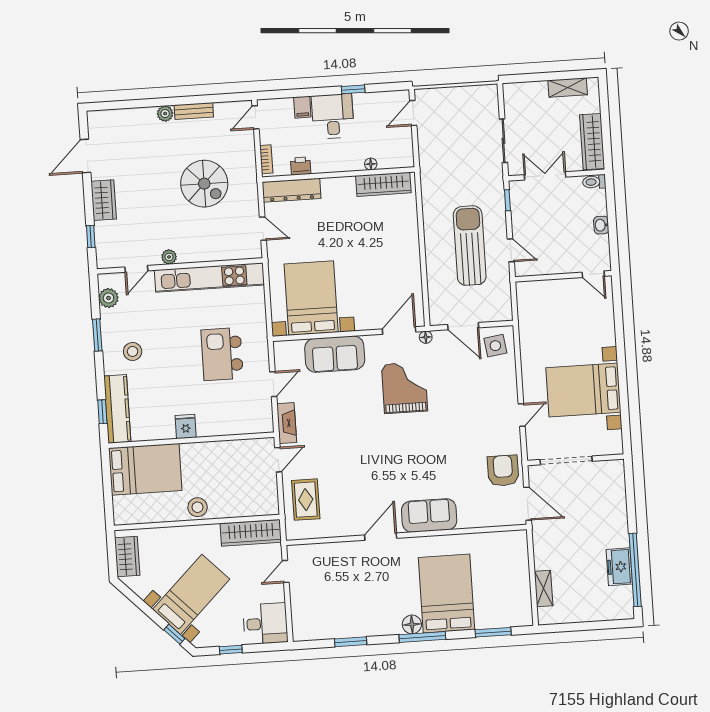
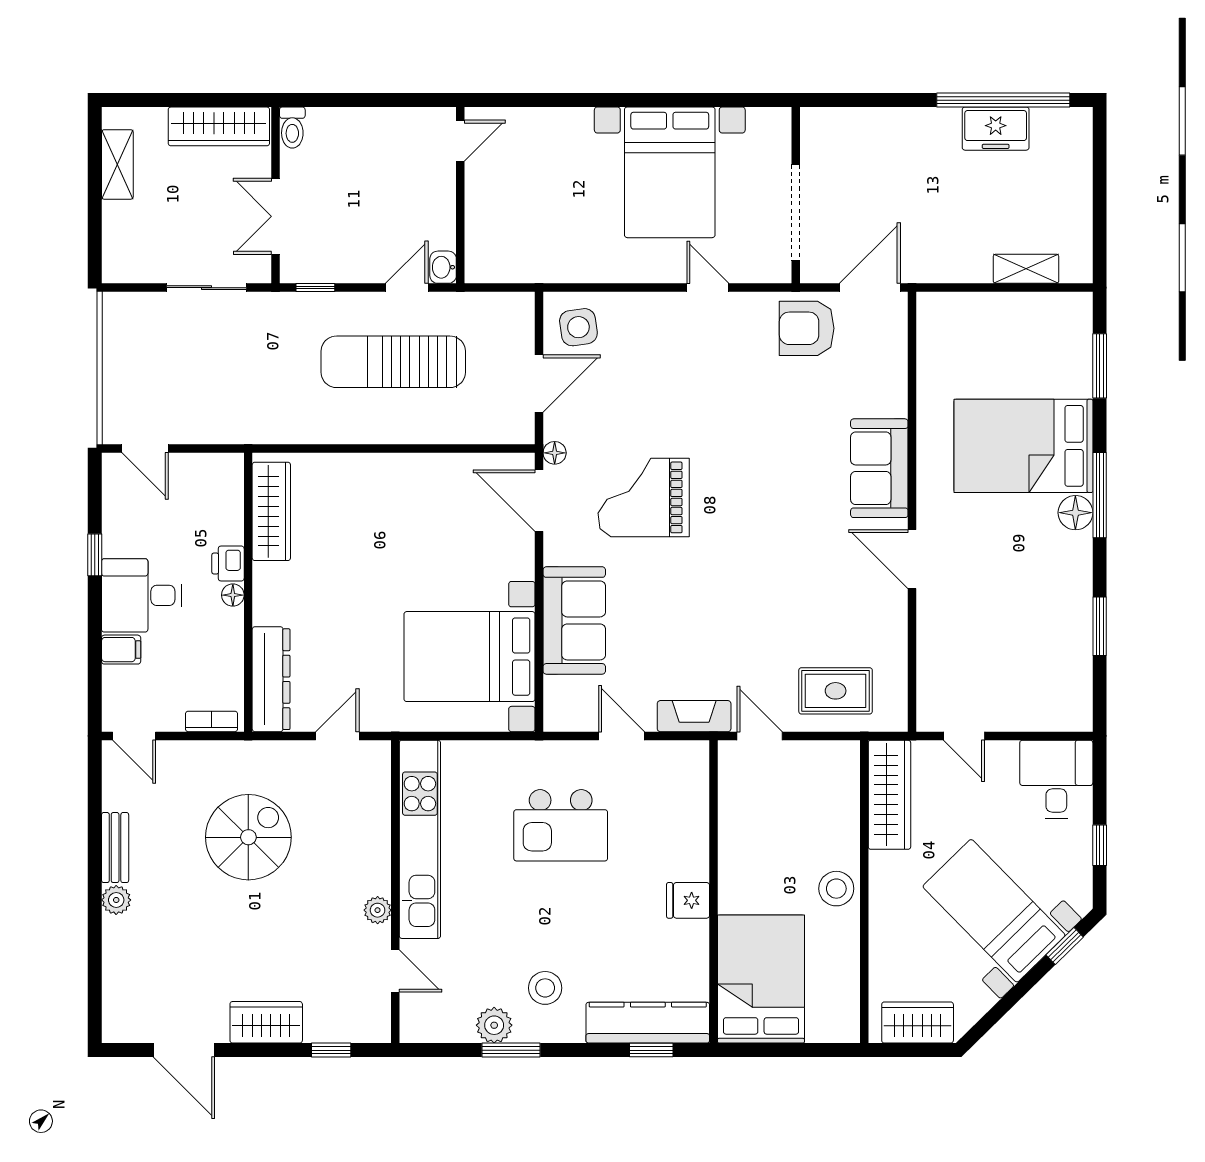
floor lamp: (371, 164) -> (233, 595), moved
printer: (301, 166) -> (228, 563), moved
washbasin: (601, 225) -> (443, 267), moved, turned 90
plant: (108, 298) -> (494, 1025), moved

